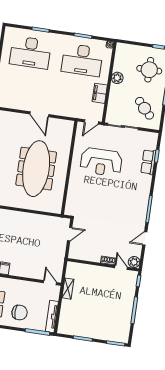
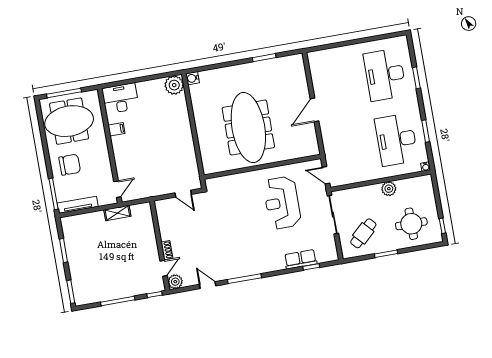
filing cabinet: (100, 93) -> (363, 174), removed
meeting table: (36, 169) -> (248, 128), turned 90
chair: (20, 313) -> (70, 165), turned -90

